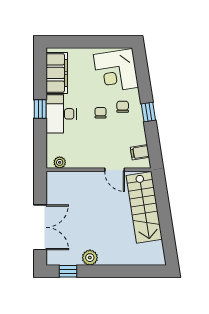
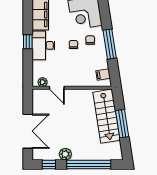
window: (148, 112) -> (110, 44), width x2.17
door: (115, 170) -> (57, 88), moved
window: (165, 217) -> (122, 124), added
window: (121, 271) -> (89, 165), added

